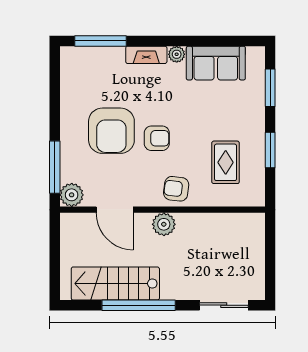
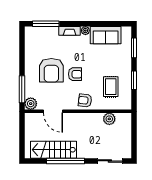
plant: (164, 224) -> (109, 119), moved

